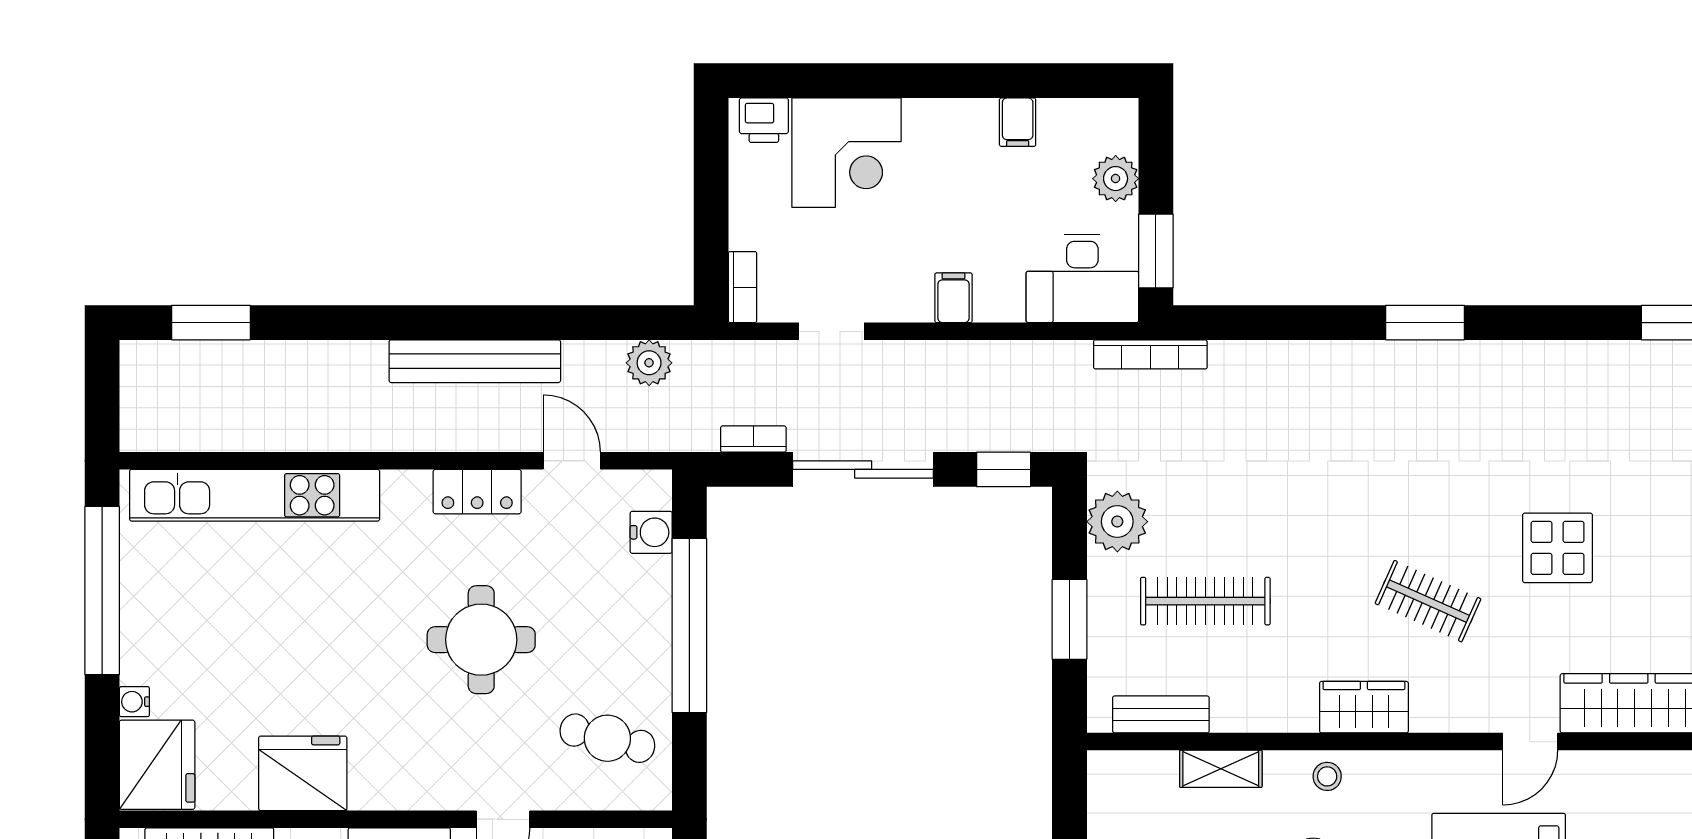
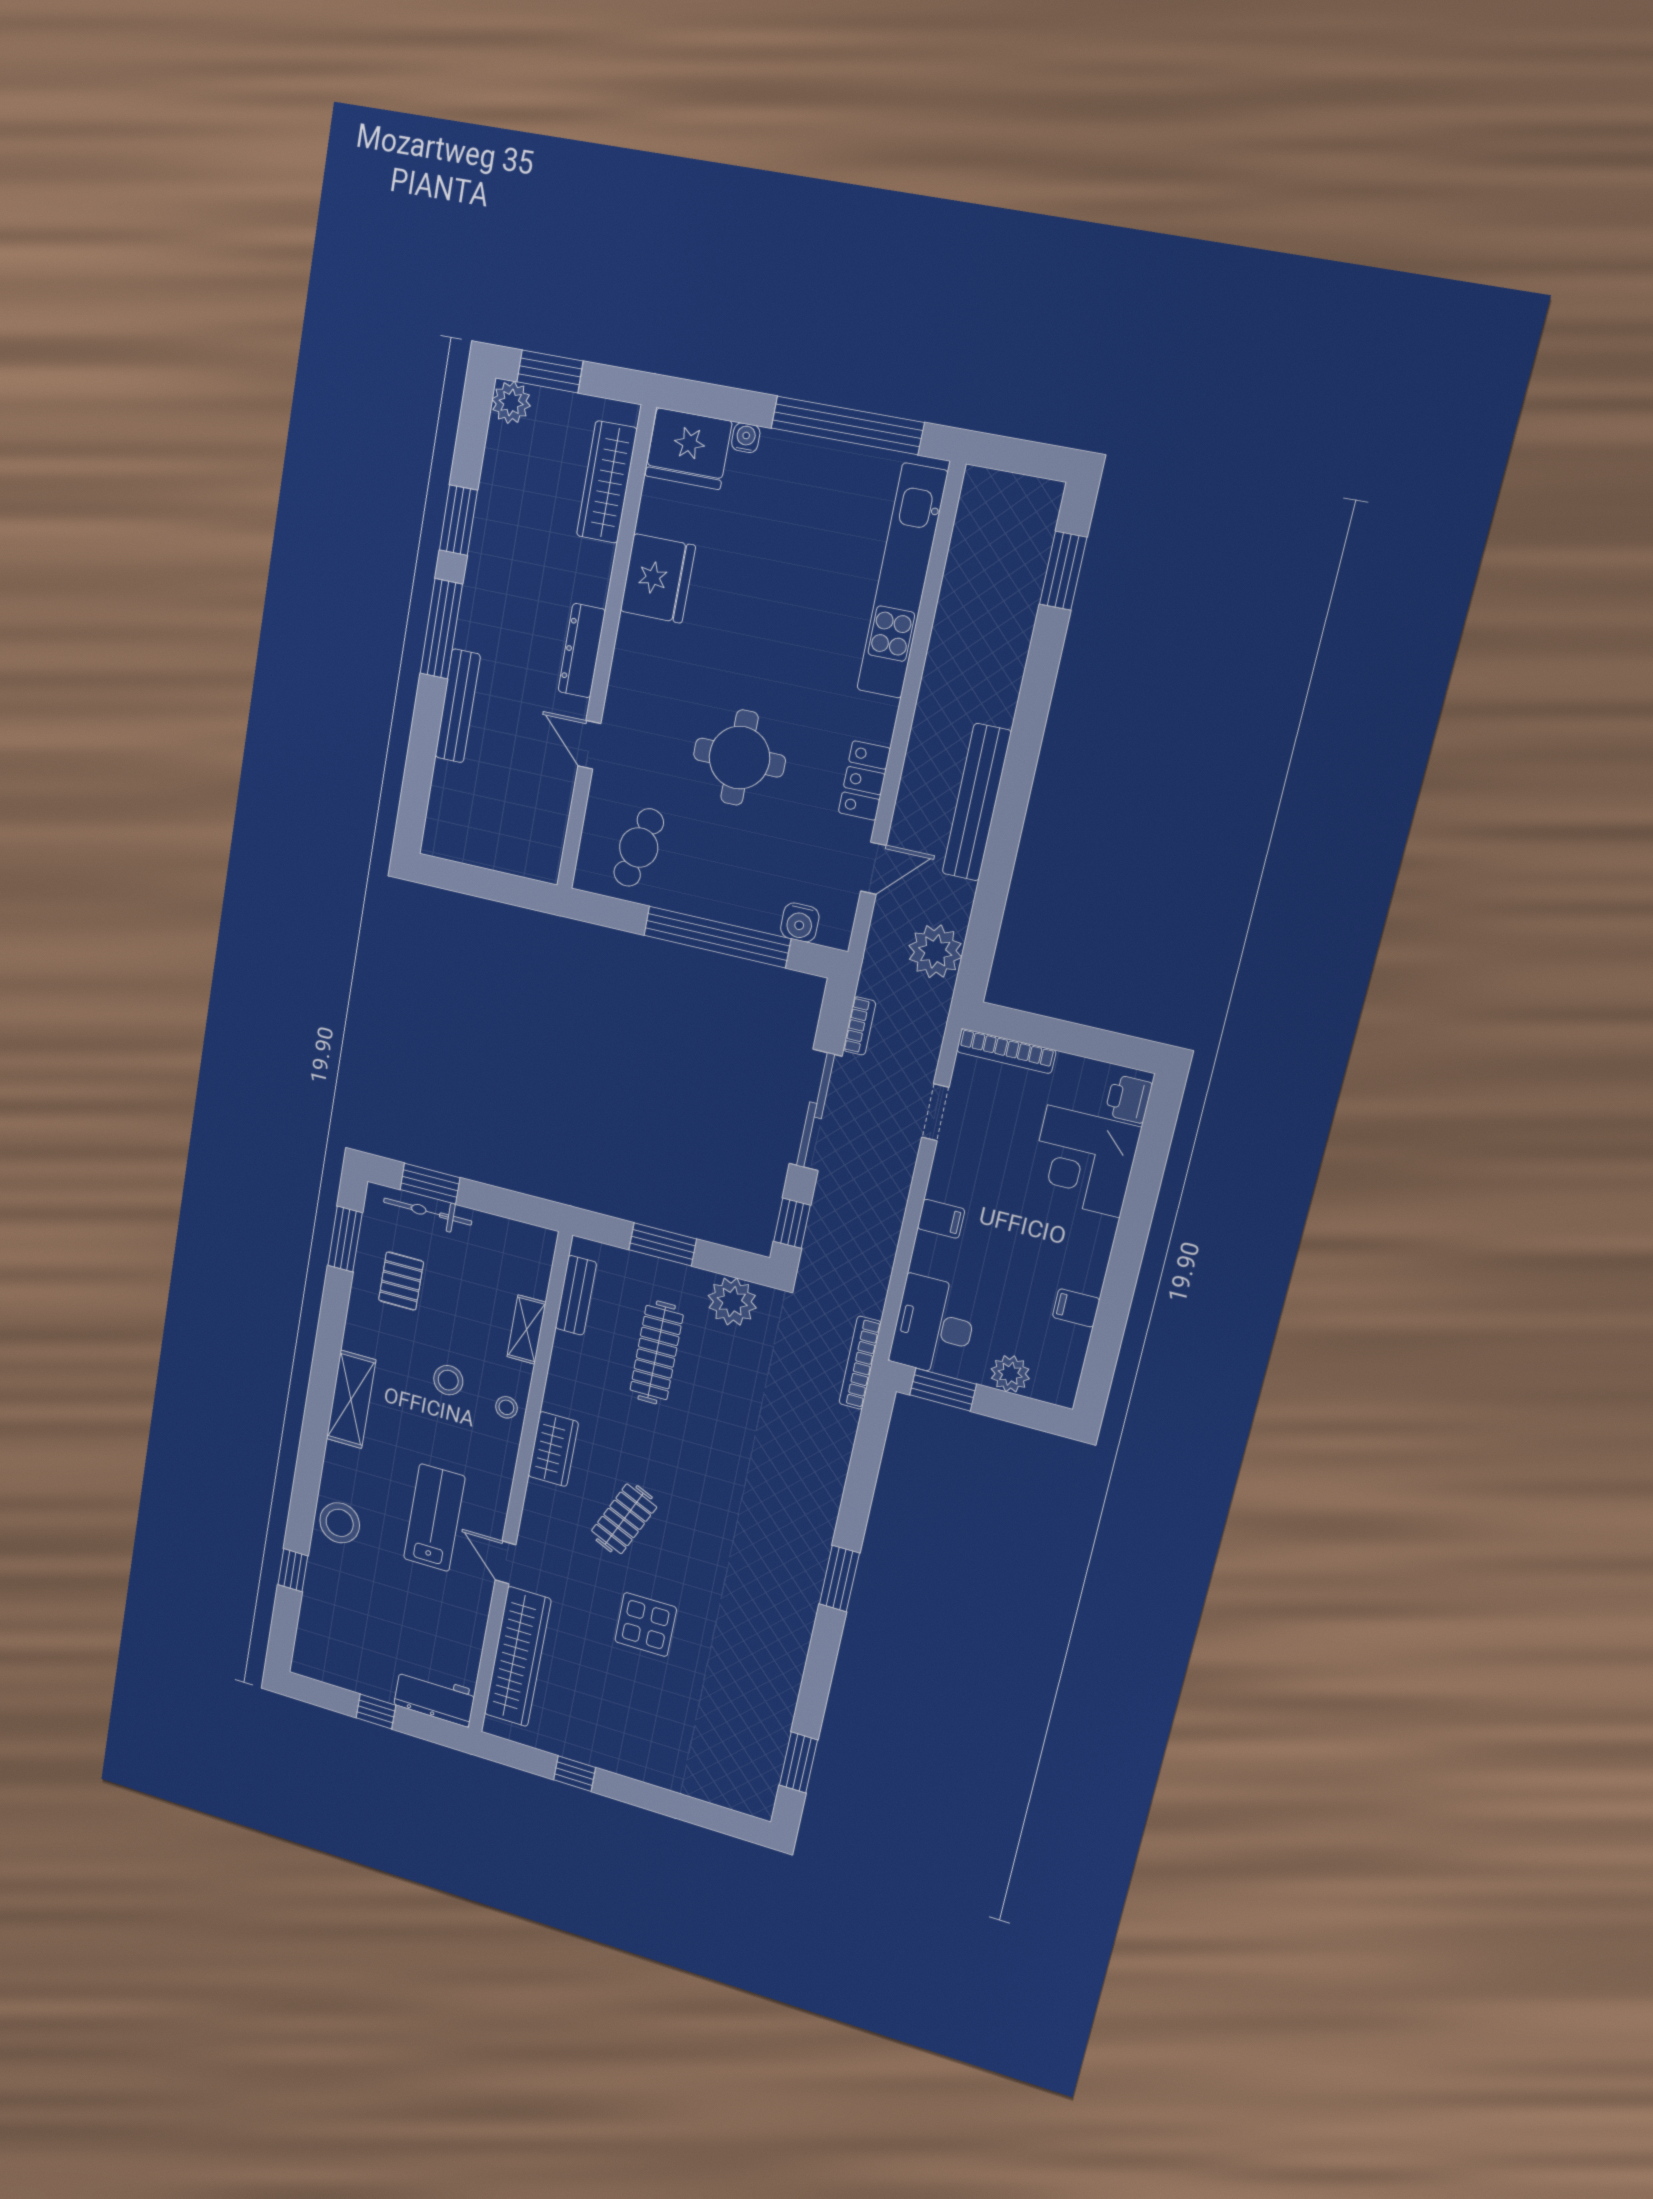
bookcase: (743, 287) -> (1006, 1051), width x1.56
plant: (649, 363) -> (935, 951), width x1.36, depth x1.36

